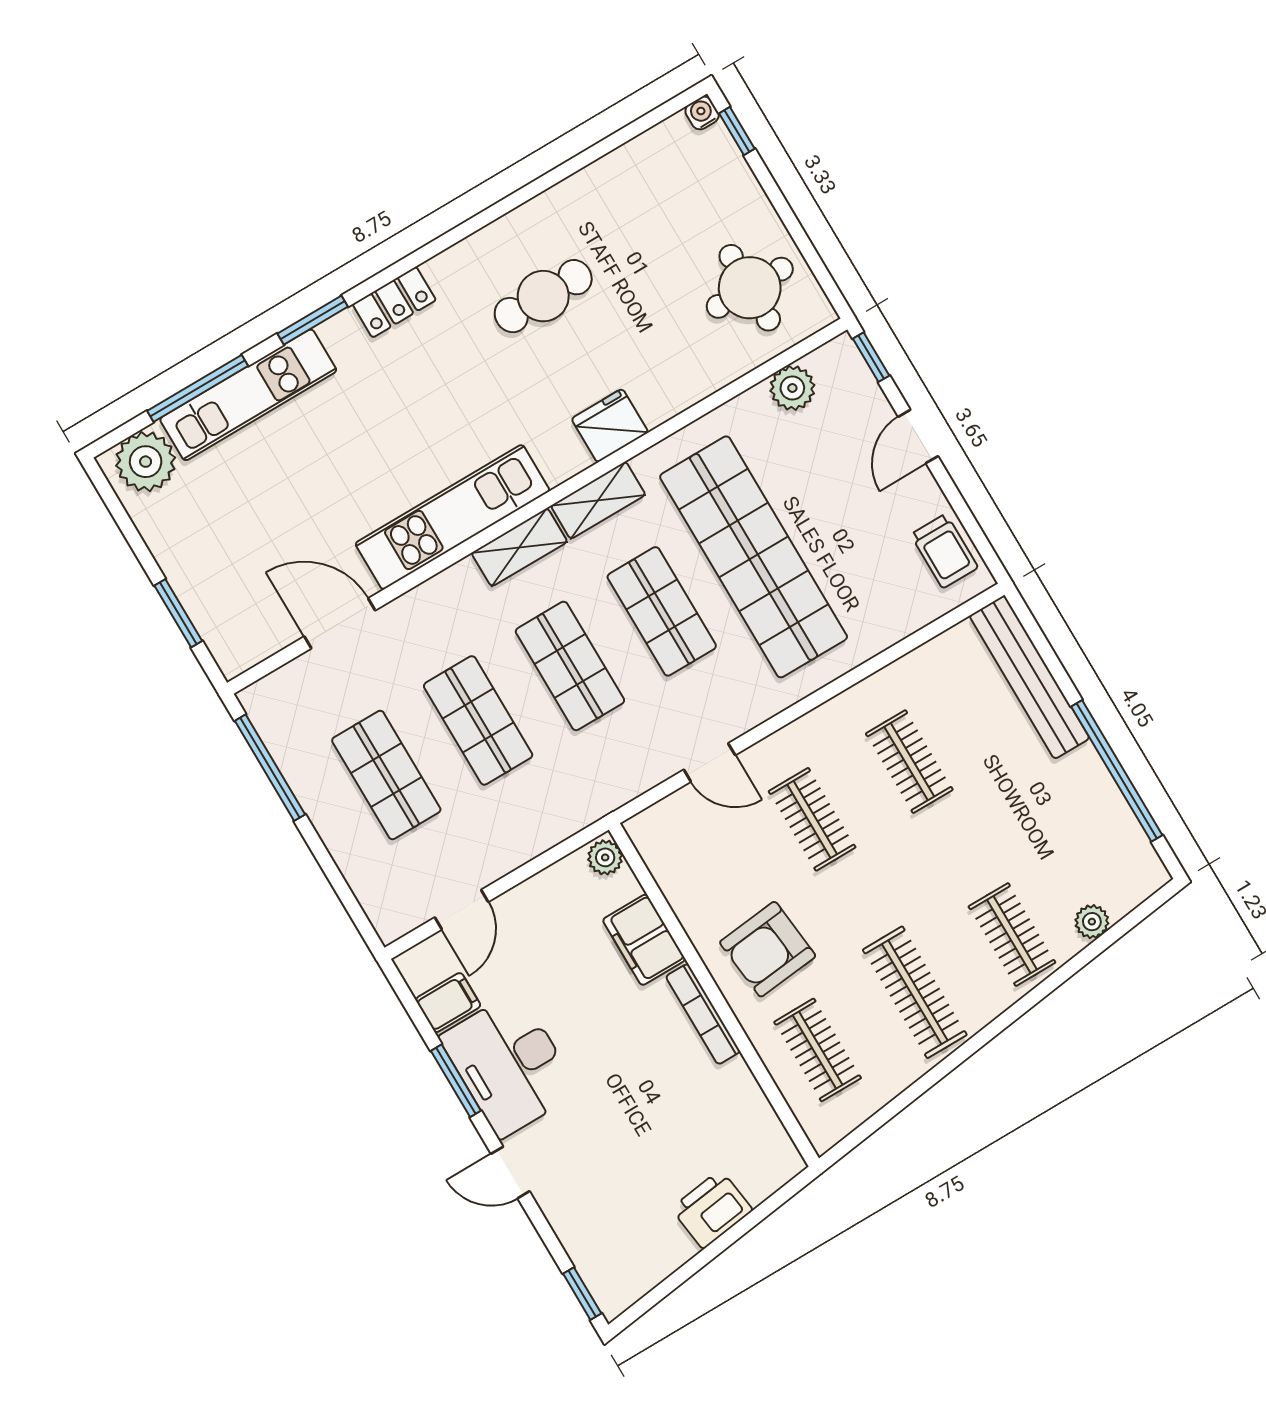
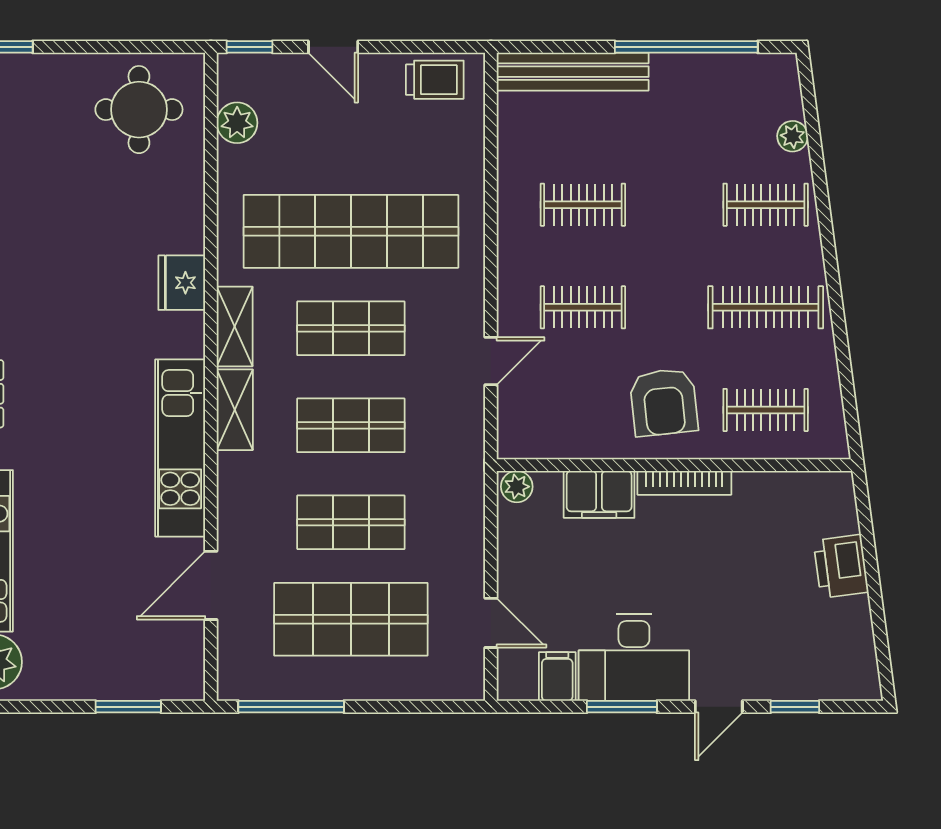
cafe table: (543, 296) -> (50, 275), removed
shop shelf: (386, 775) -> (351, 619), width x1.43, depth x1.36
window: (582, 1294) -> (795, 707), moved

